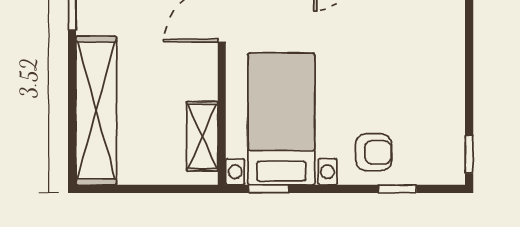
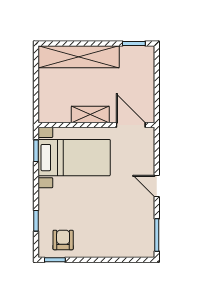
shelving: (202, 136) -> (90, 115), moved
armchair: (374, 152) -> (63, 240), moved, turned 180

